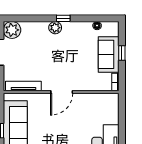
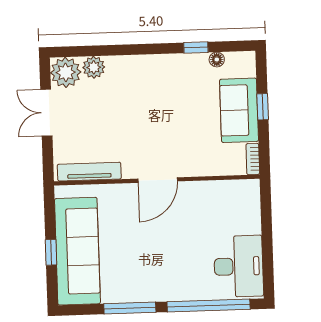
window: (63, 18) -> (196, 47), moved
plant: (55, 28) -> (94, 67), moved

